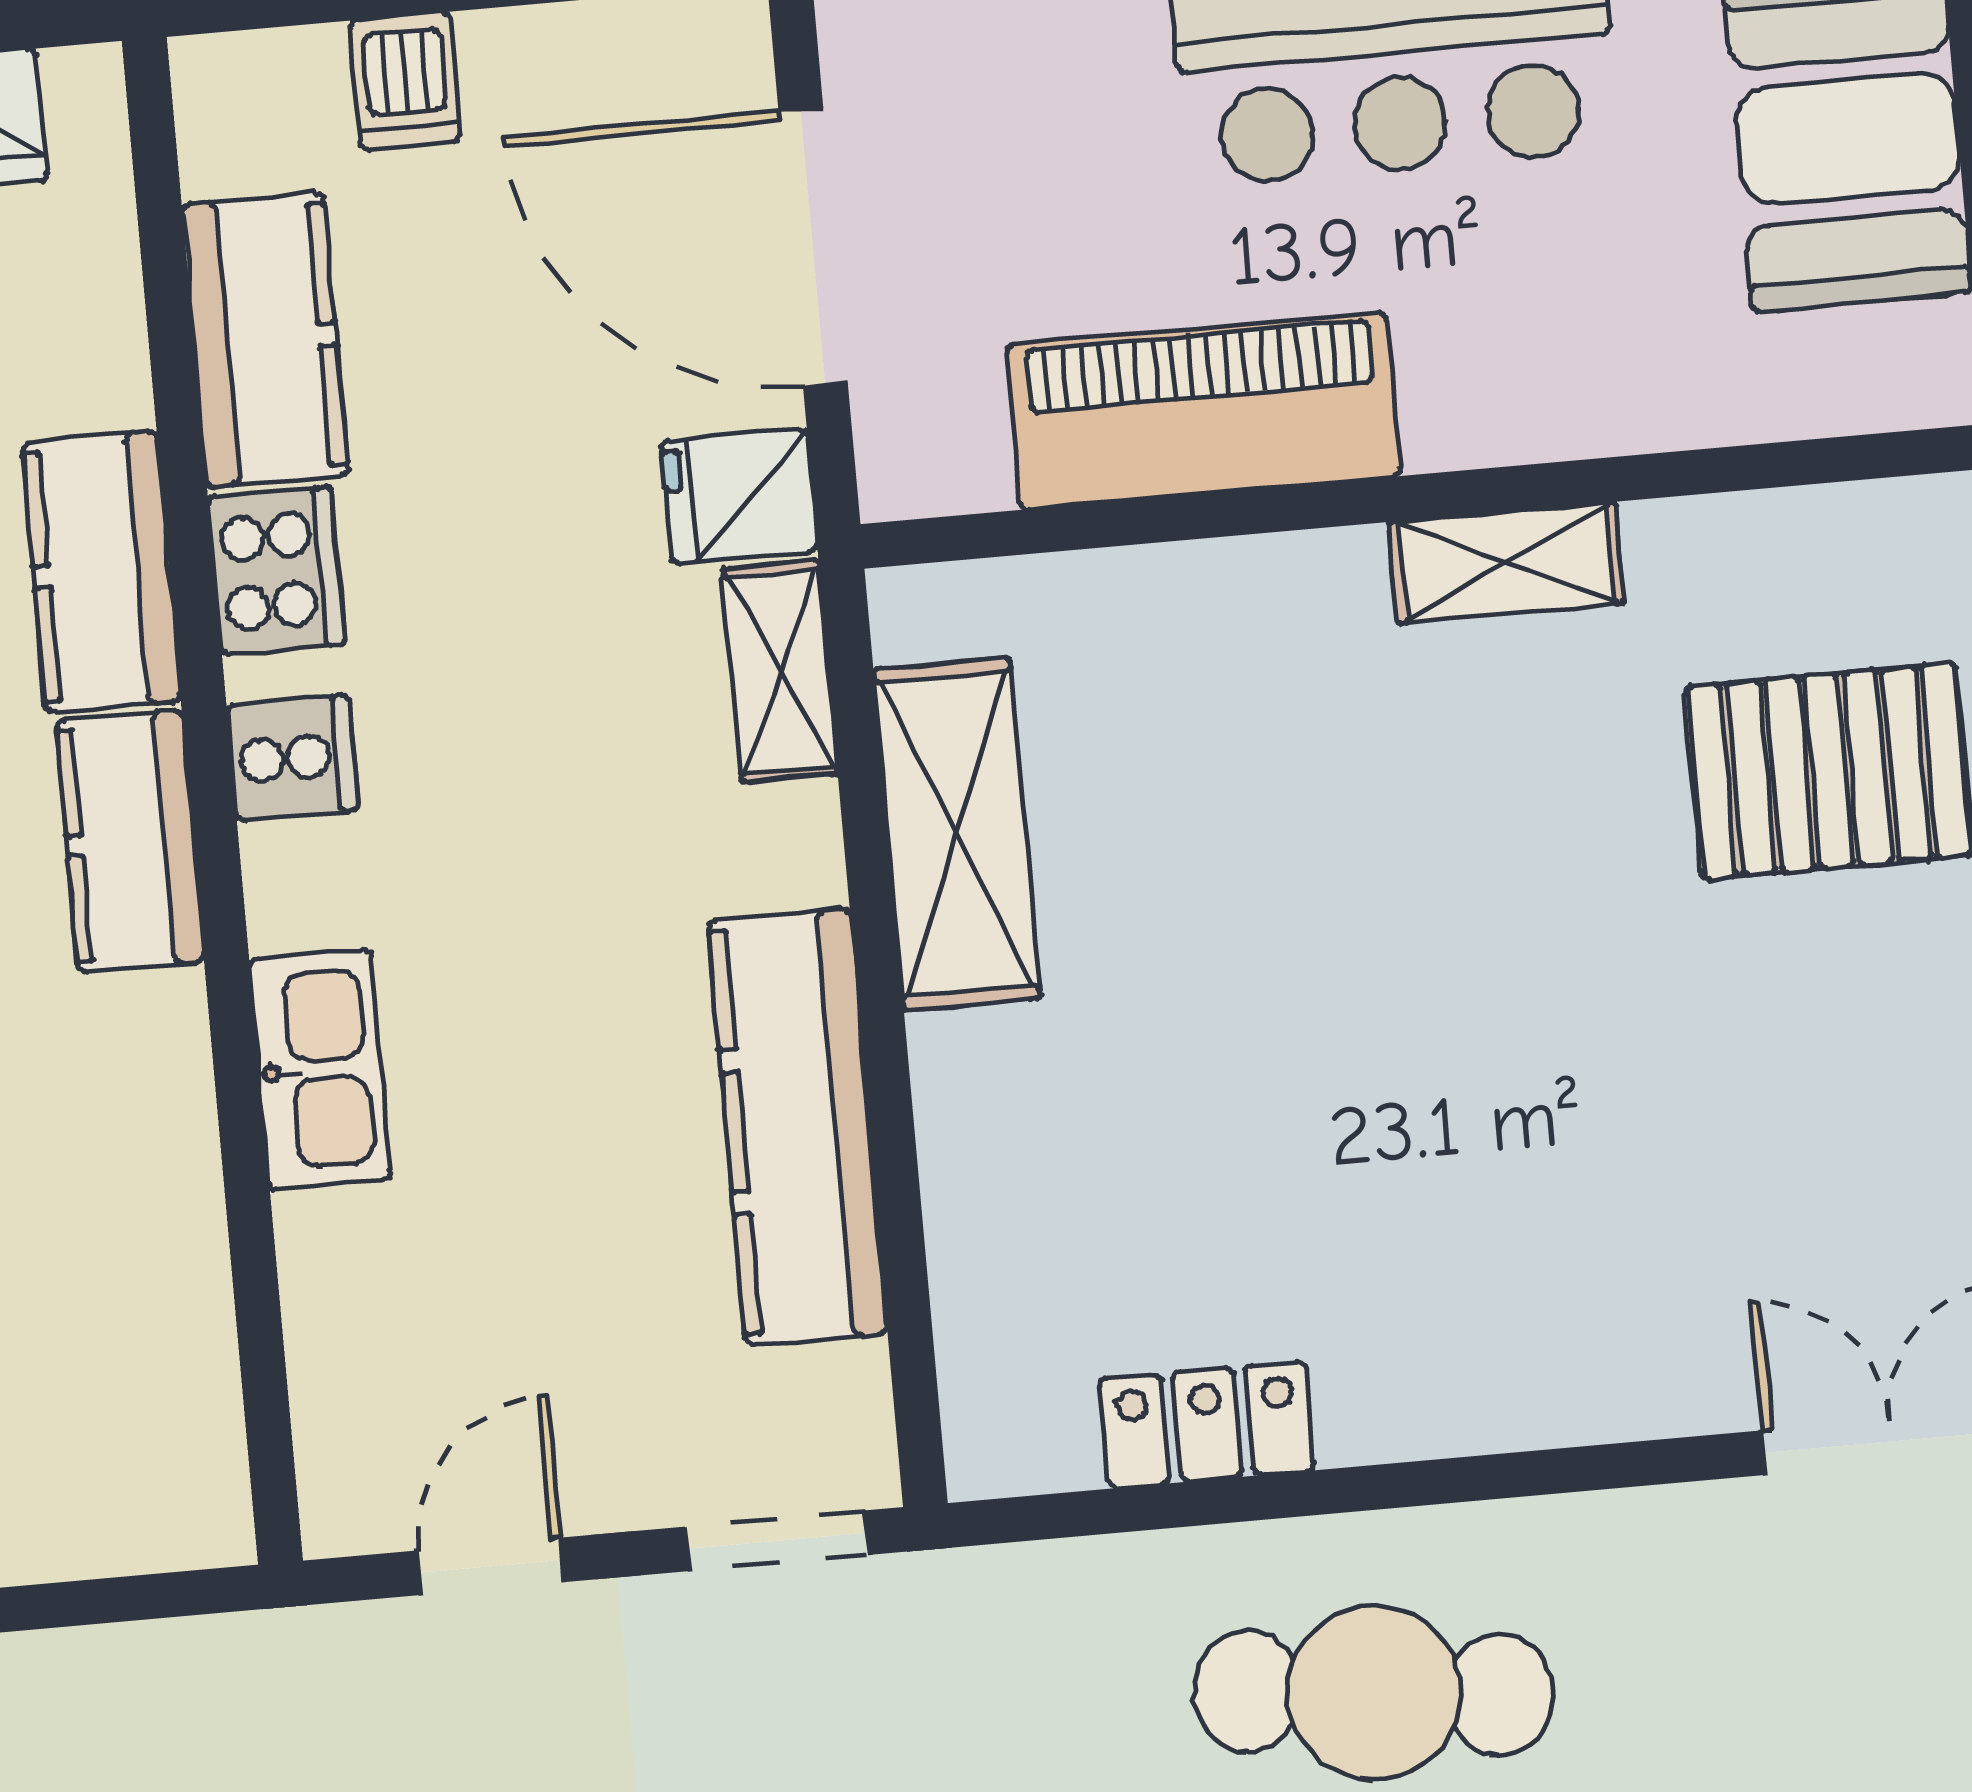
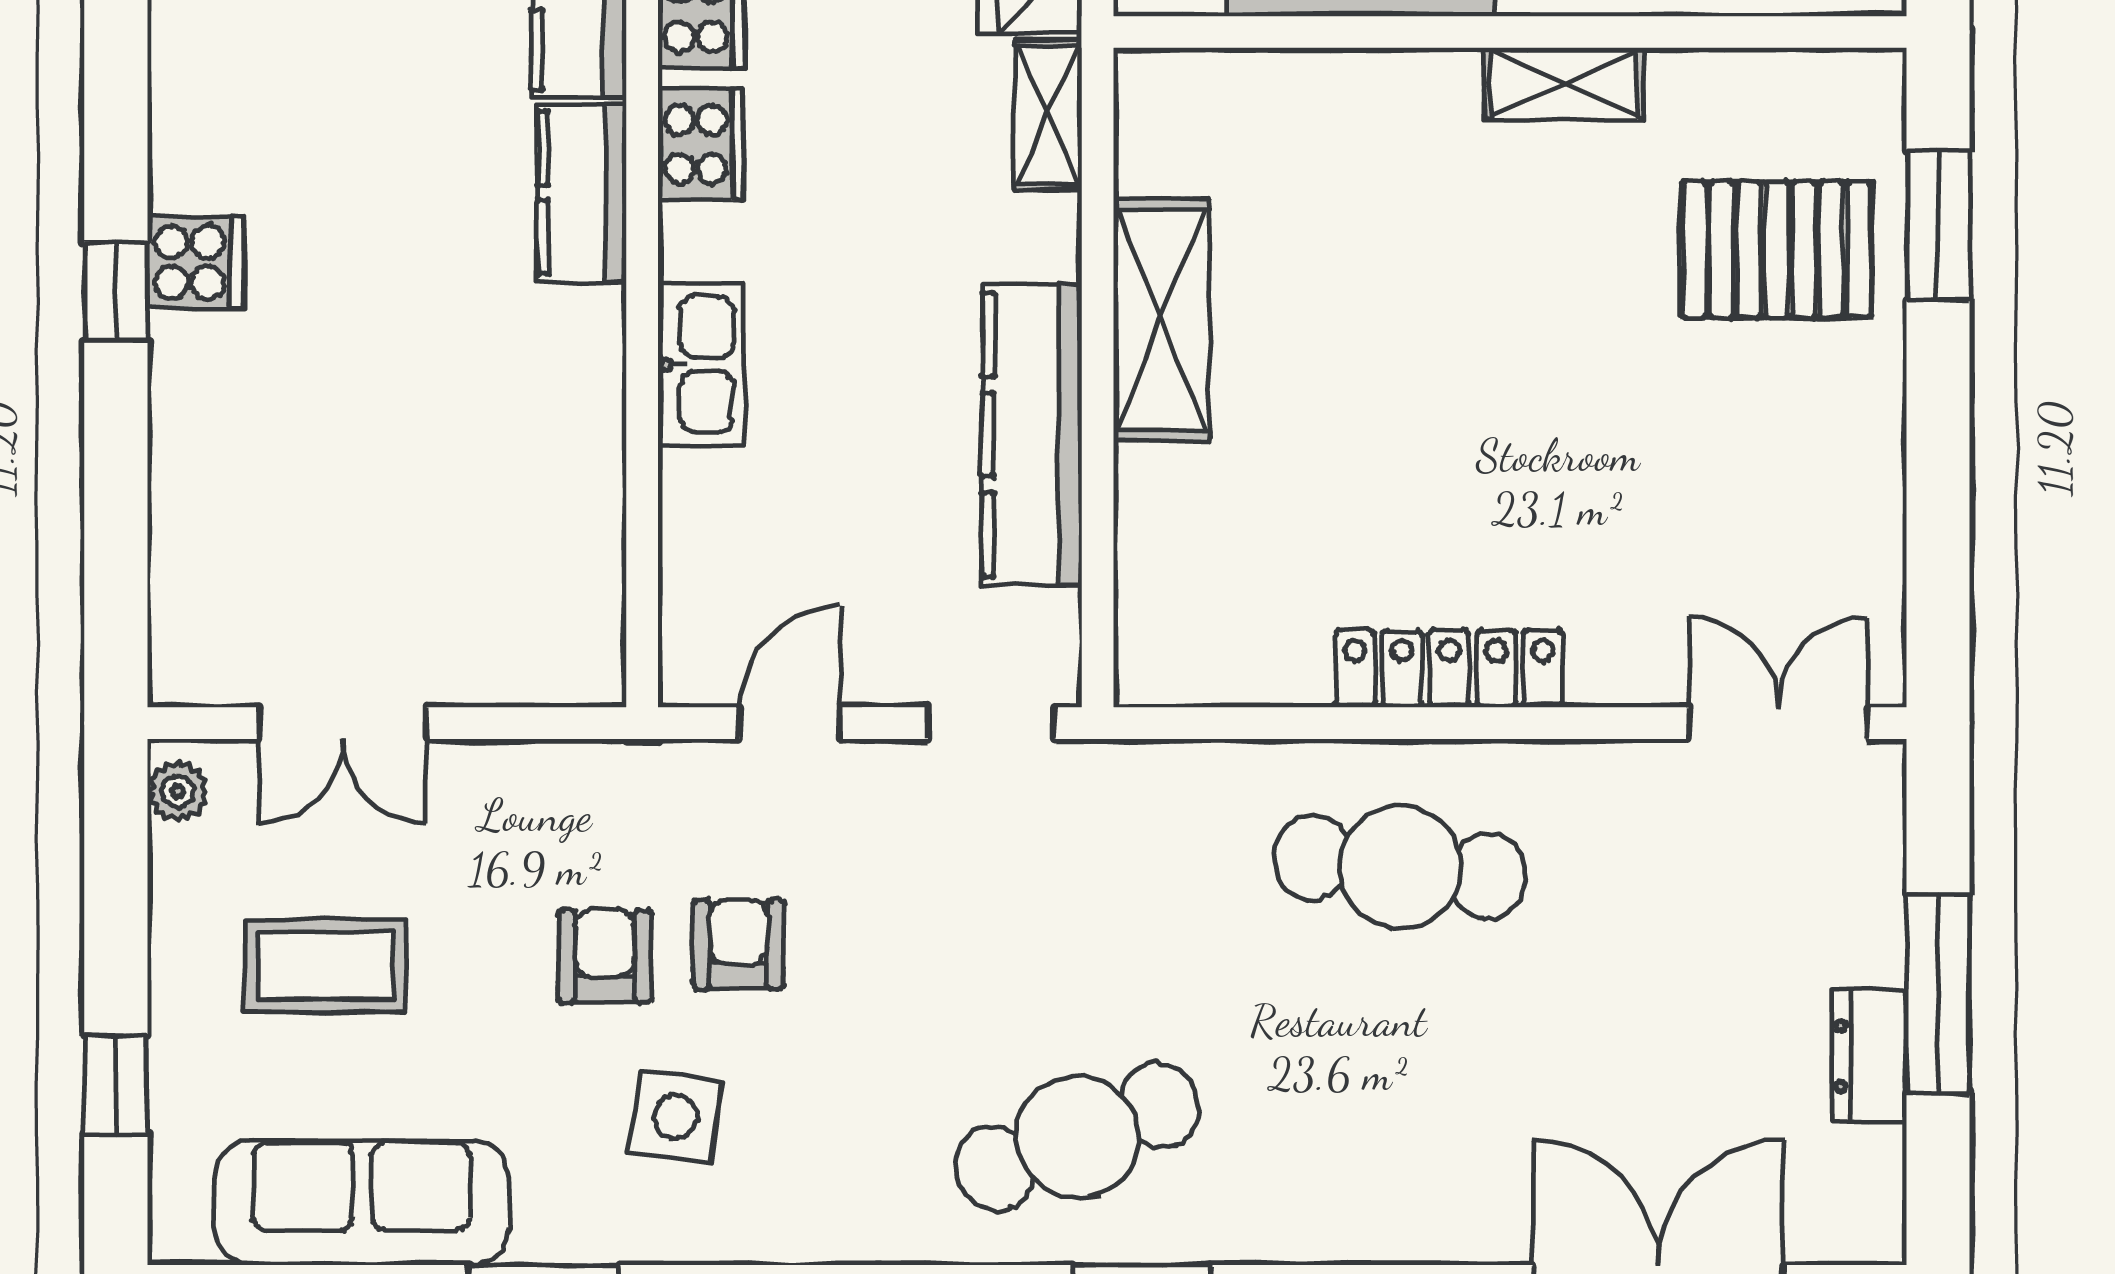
cooker: (292, 758) -> (701, 144), width x1.36
shelving: (957, 834) -> (1161, 319), moved
locker: (1207, 1424) -> (1449, 669), moved, width x1.53

